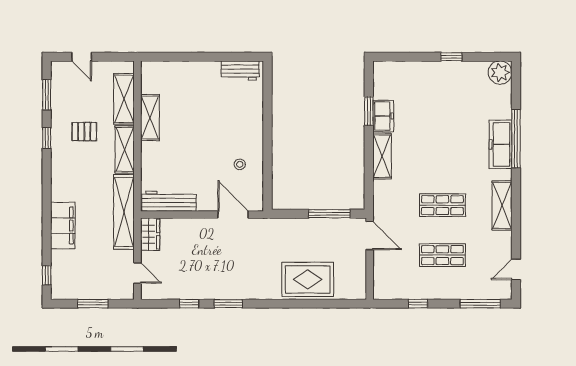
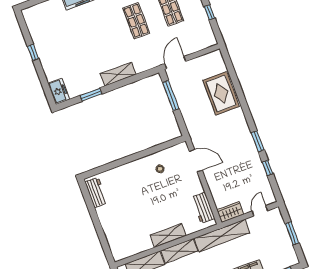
plant: (500, 73) -> (31, 15), removed
freezer: (383, 116) -> (59, 91), moved, turned 90
shelving: (150, 118) -> (168, 235), moved
workbench: (169, 201) -> (203, 208), width x0.73
door: (233, 215) -> (196, 161), swing flipped

